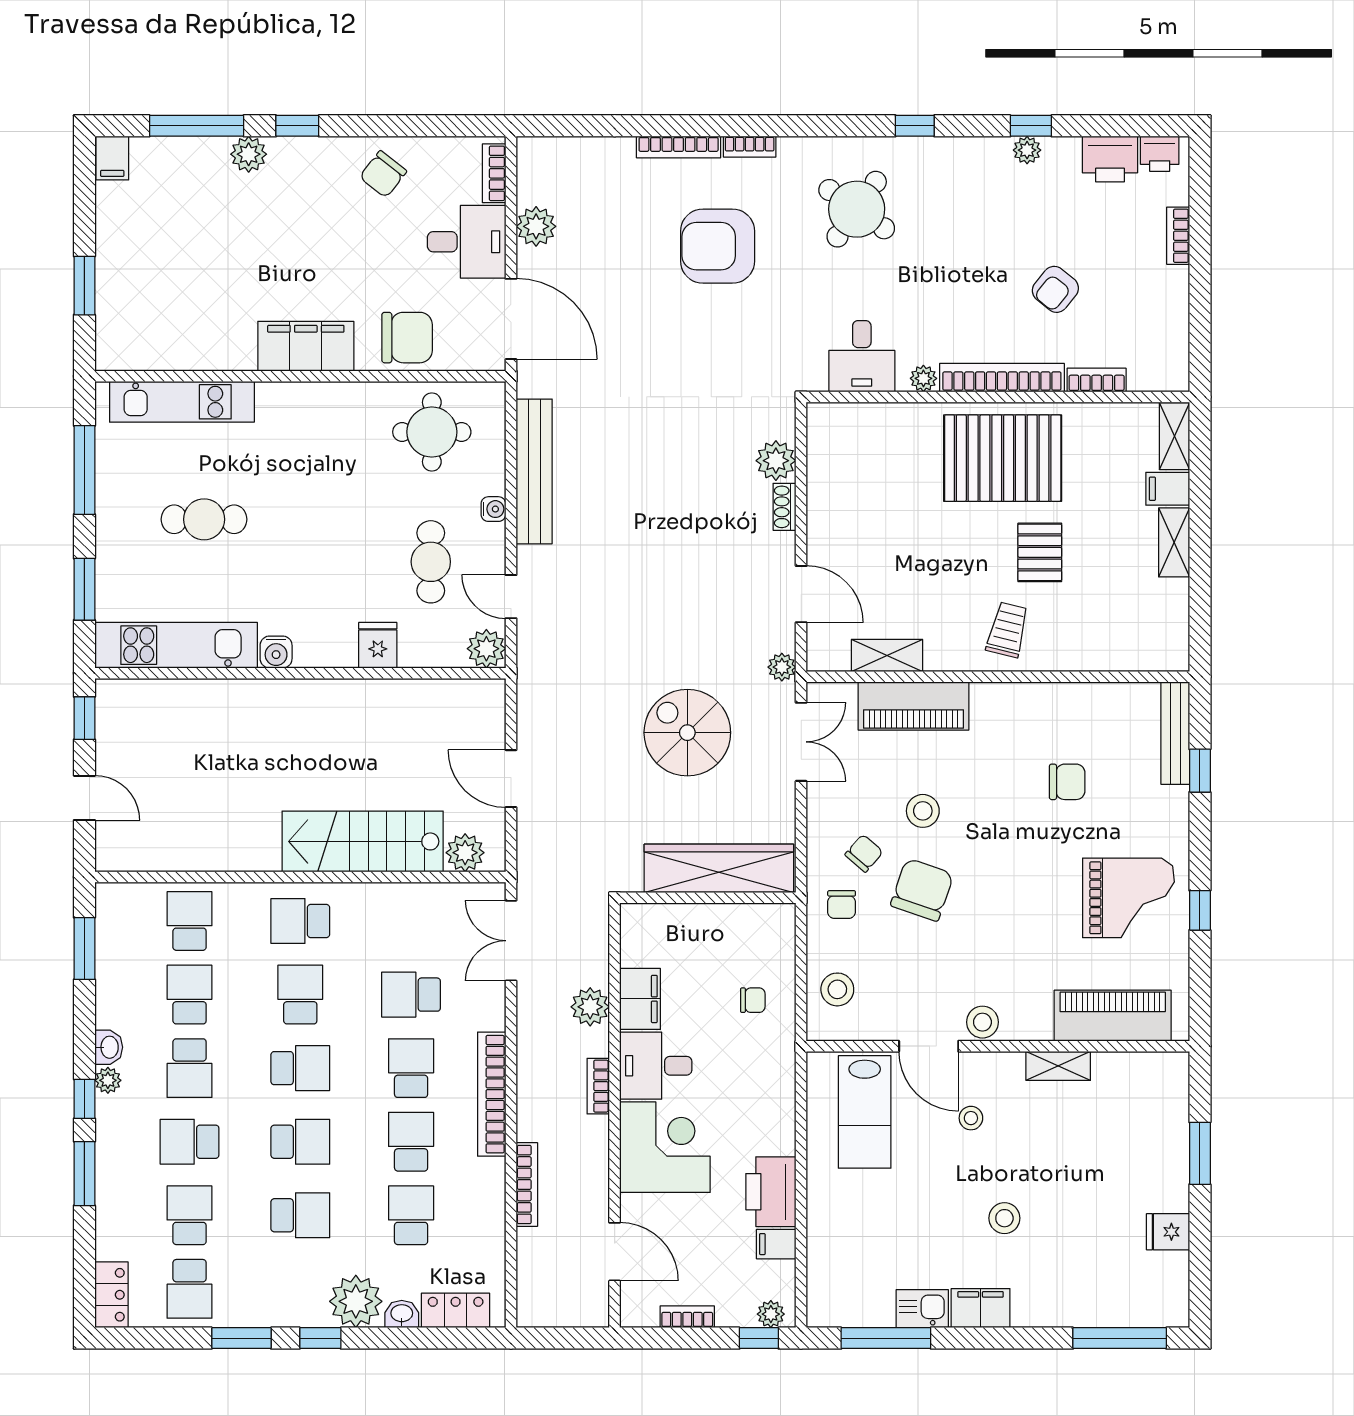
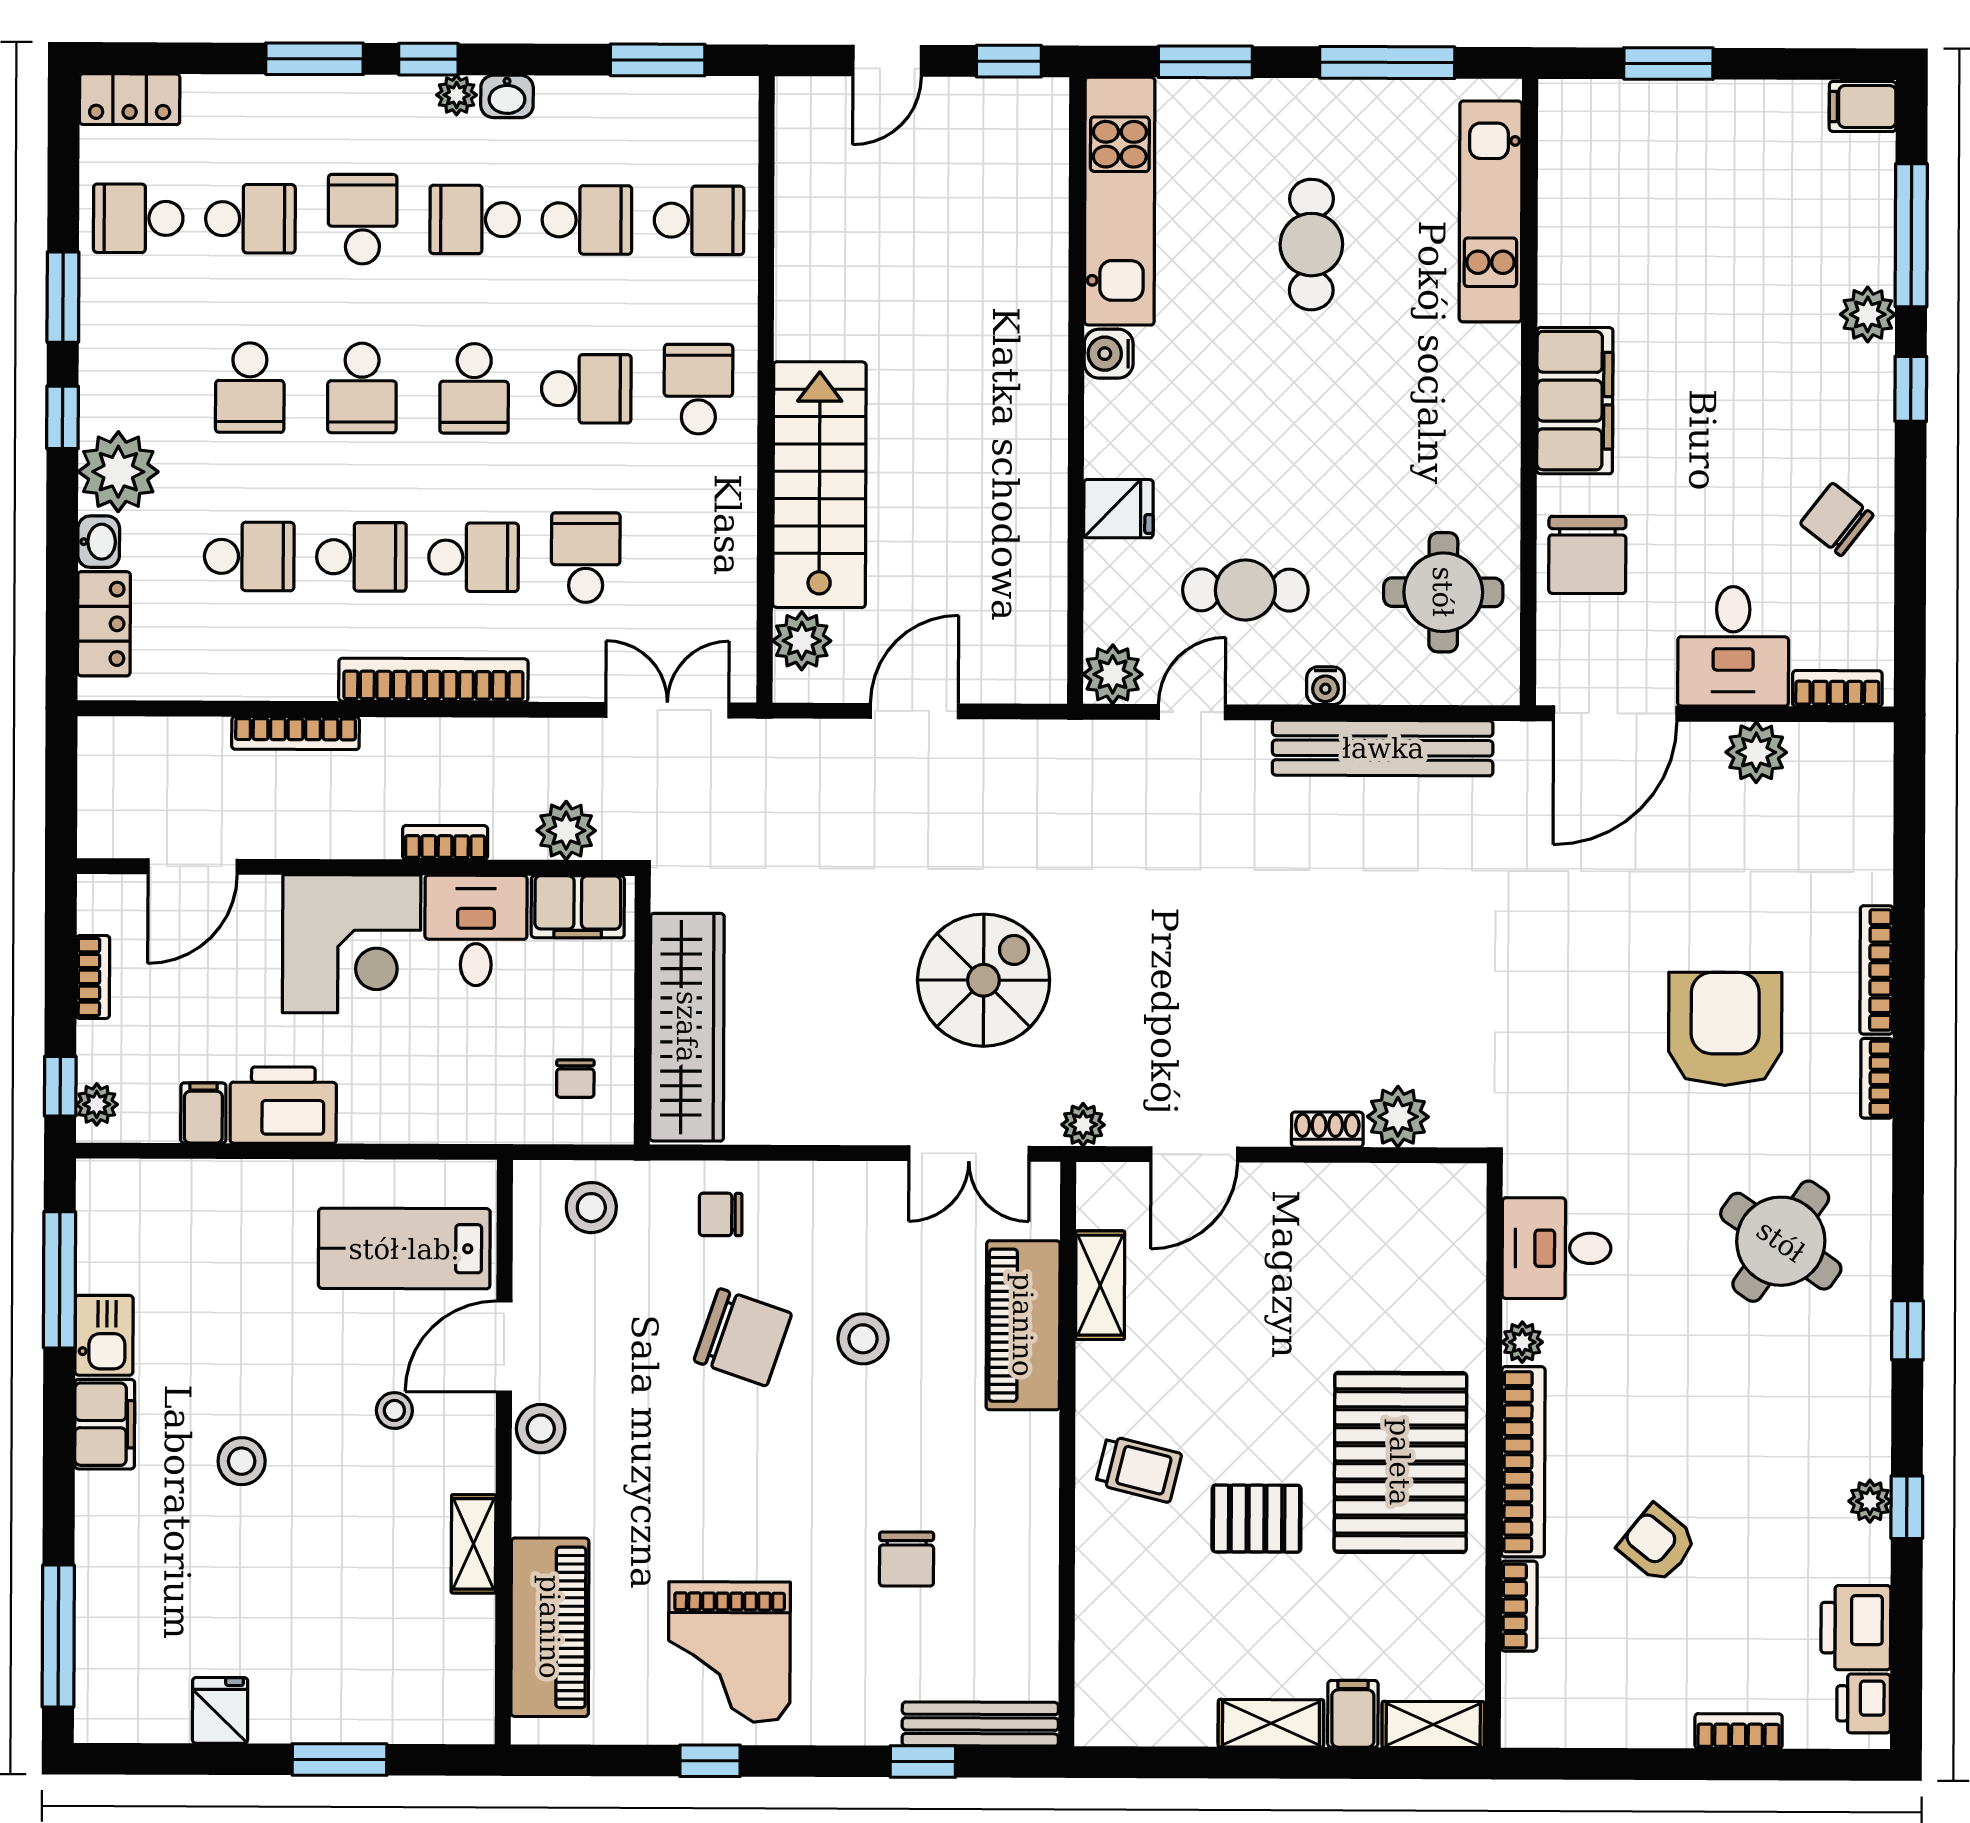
chair: (864, 853) -> (799, 1249), removed
wardrobe: (719, 868) -> (687, 1027), moved
wall: (708, 898) -> (642, 1010), moved

